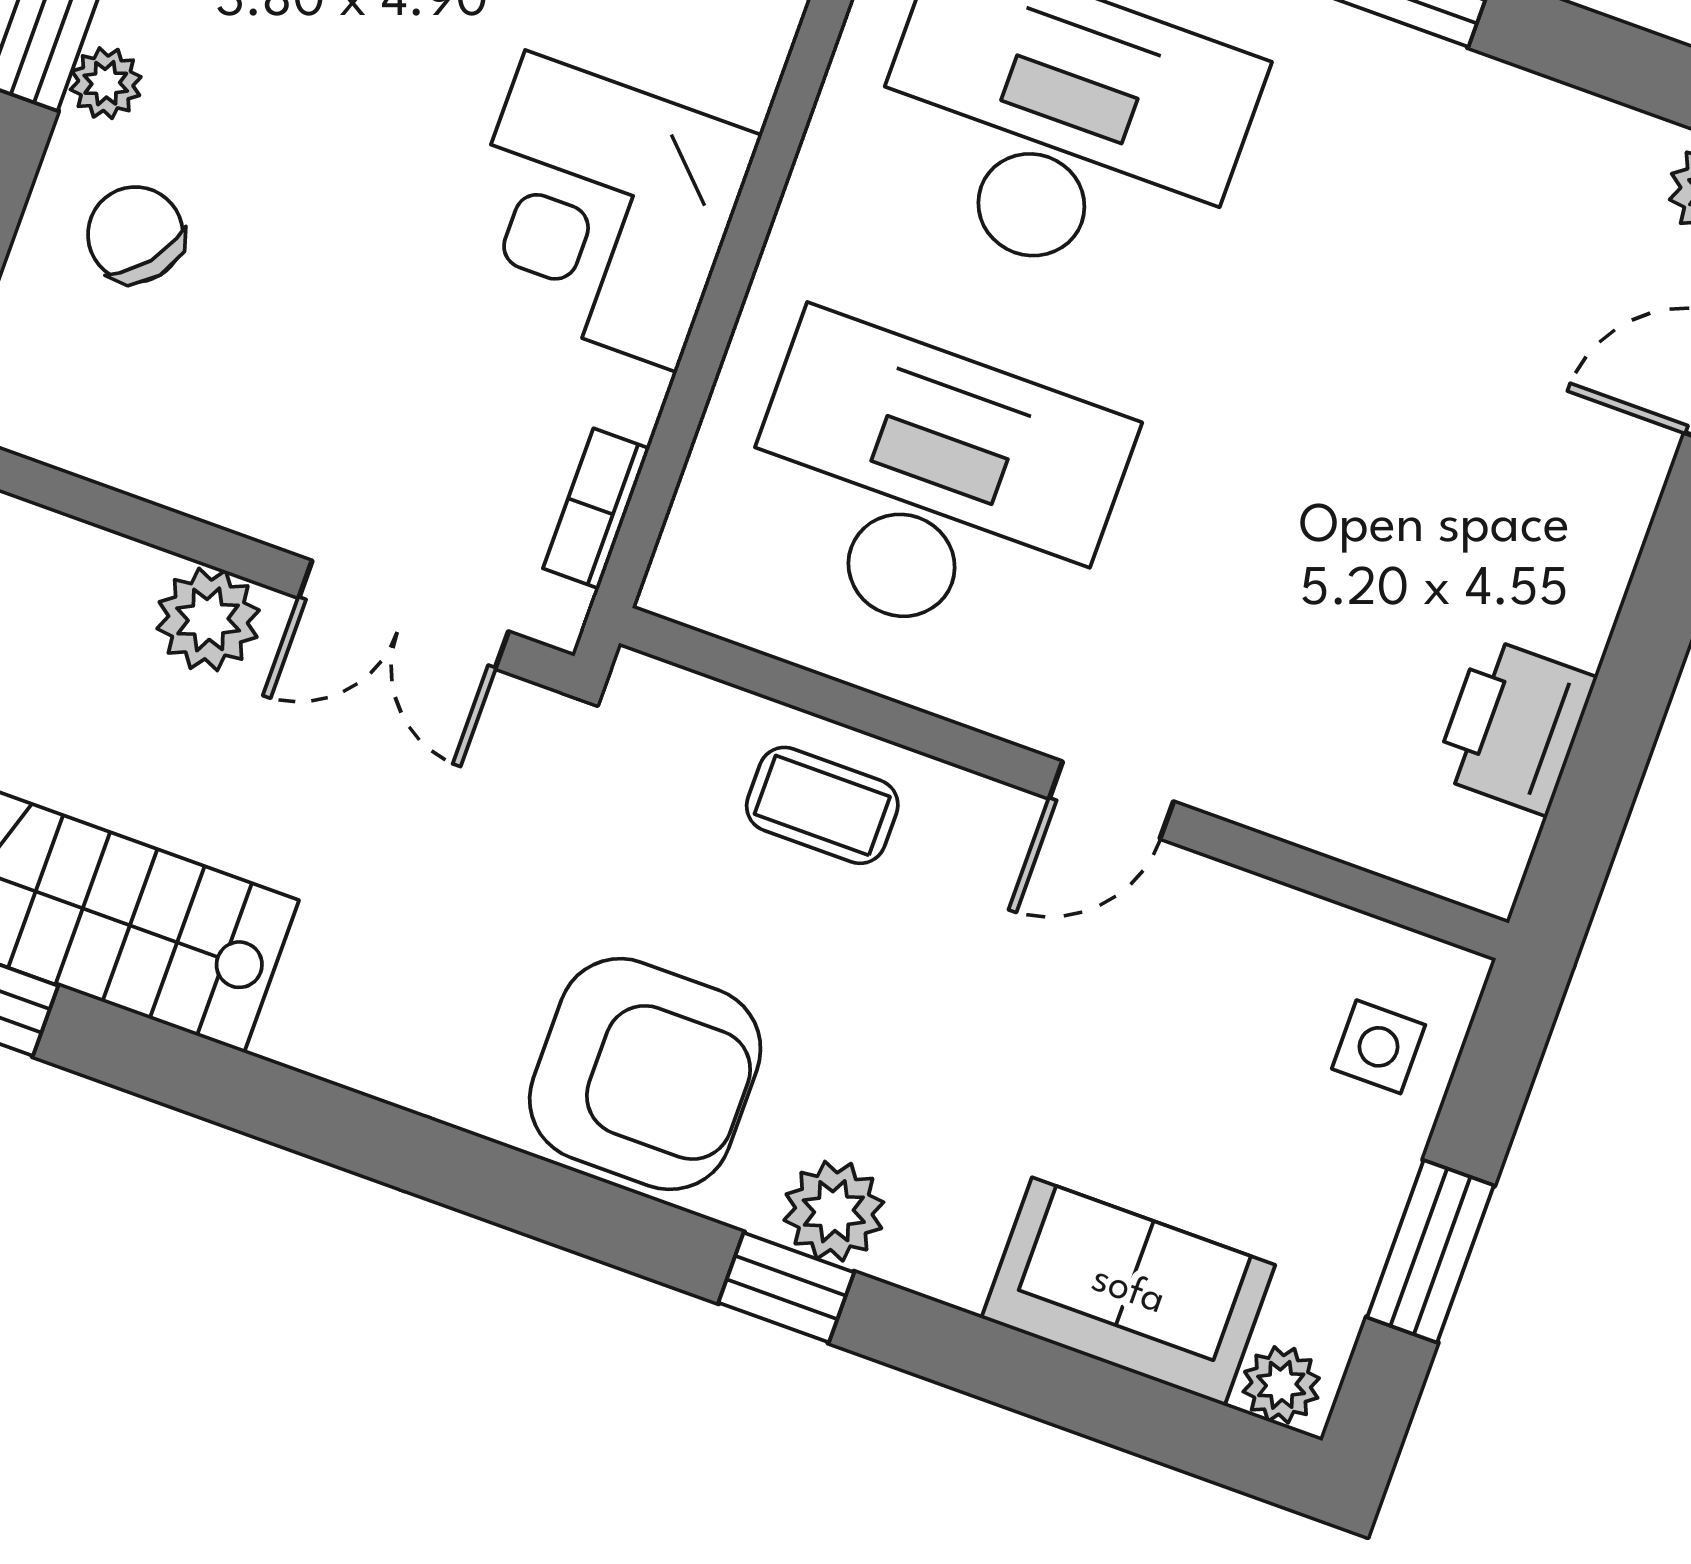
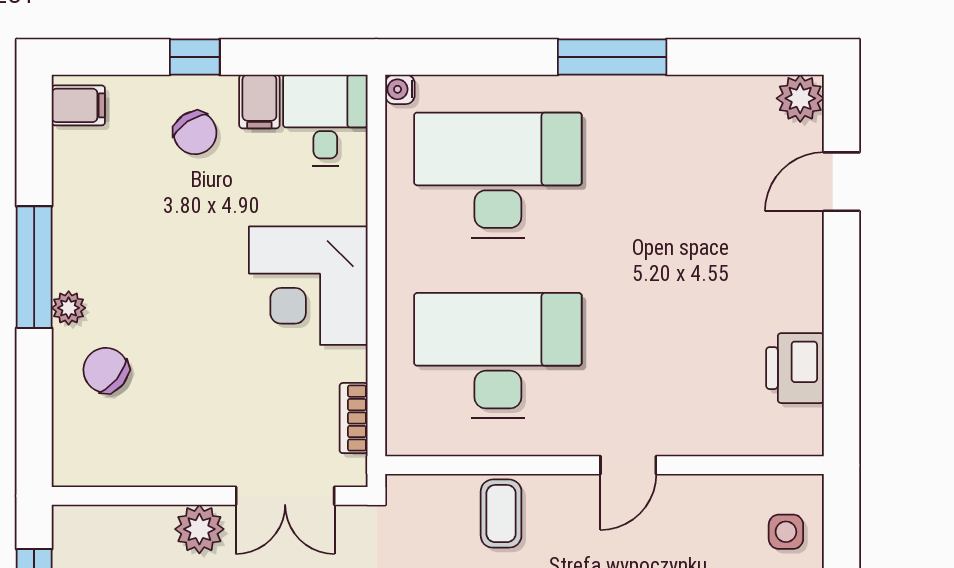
coffee table: (822, 805) -> (501, 514), turned 90

